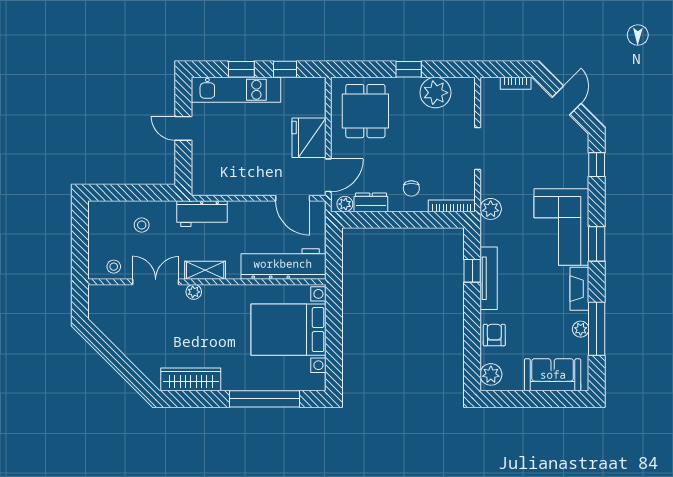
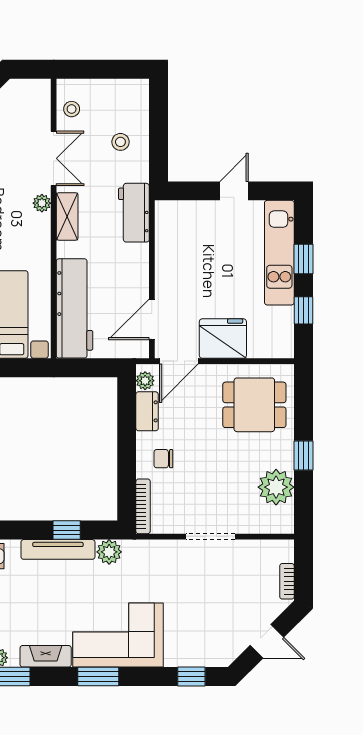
door: (328, 175) -> (179, 361), hinge flipped
plant: (491, 209) -> (109, 552), moved

